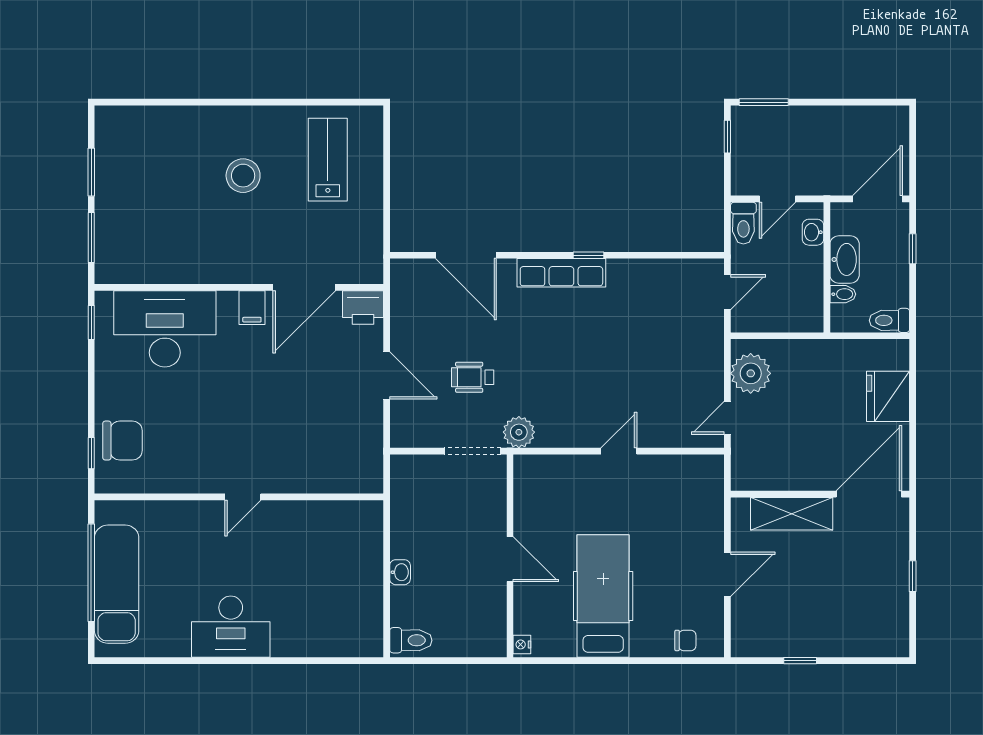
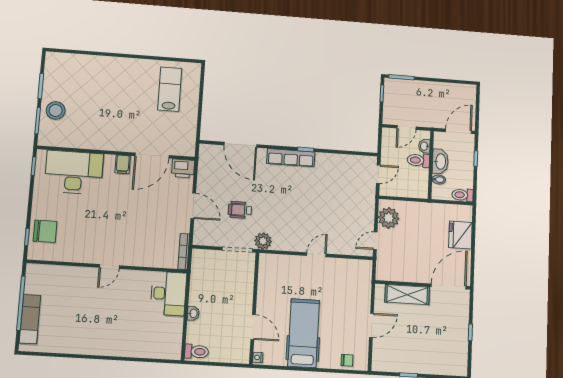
stool: (243, 176) -> (56, 110), moved
toilet: (743, 223) -> (418, 160), moved, turned 90
bookcase: (375, 461) -> (184, 251), added
door: (510, 559) -> (253, 327), moved
exam couch: (117, 584) -> (30, 319), width x0.73, depth x0.69
desk: (231, 627) -> (168, 294), moved, turned -90

